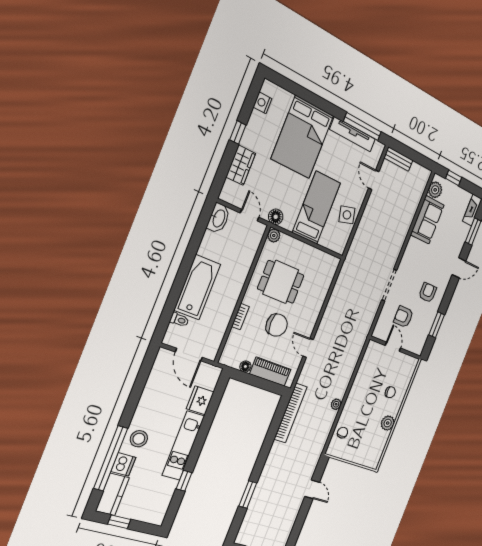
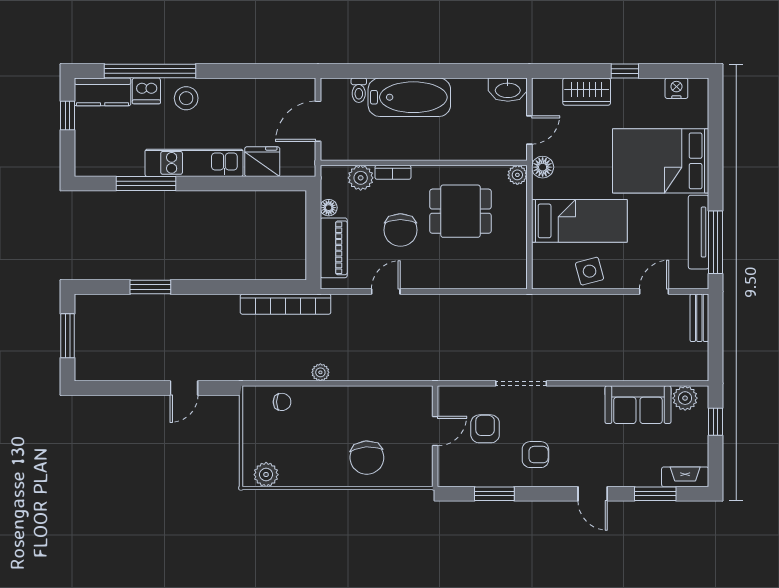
dining table: (281, 282) -> (460, 211), turned 90
plant: (235, 339) -> (361, 178), added
chair: (390, 392) -> (367, 458), width x1.87, depth x1.87
plant: (388, 423) -> (266, 475), moved
window: (184, 481) -> (146, 184), width x2.17

